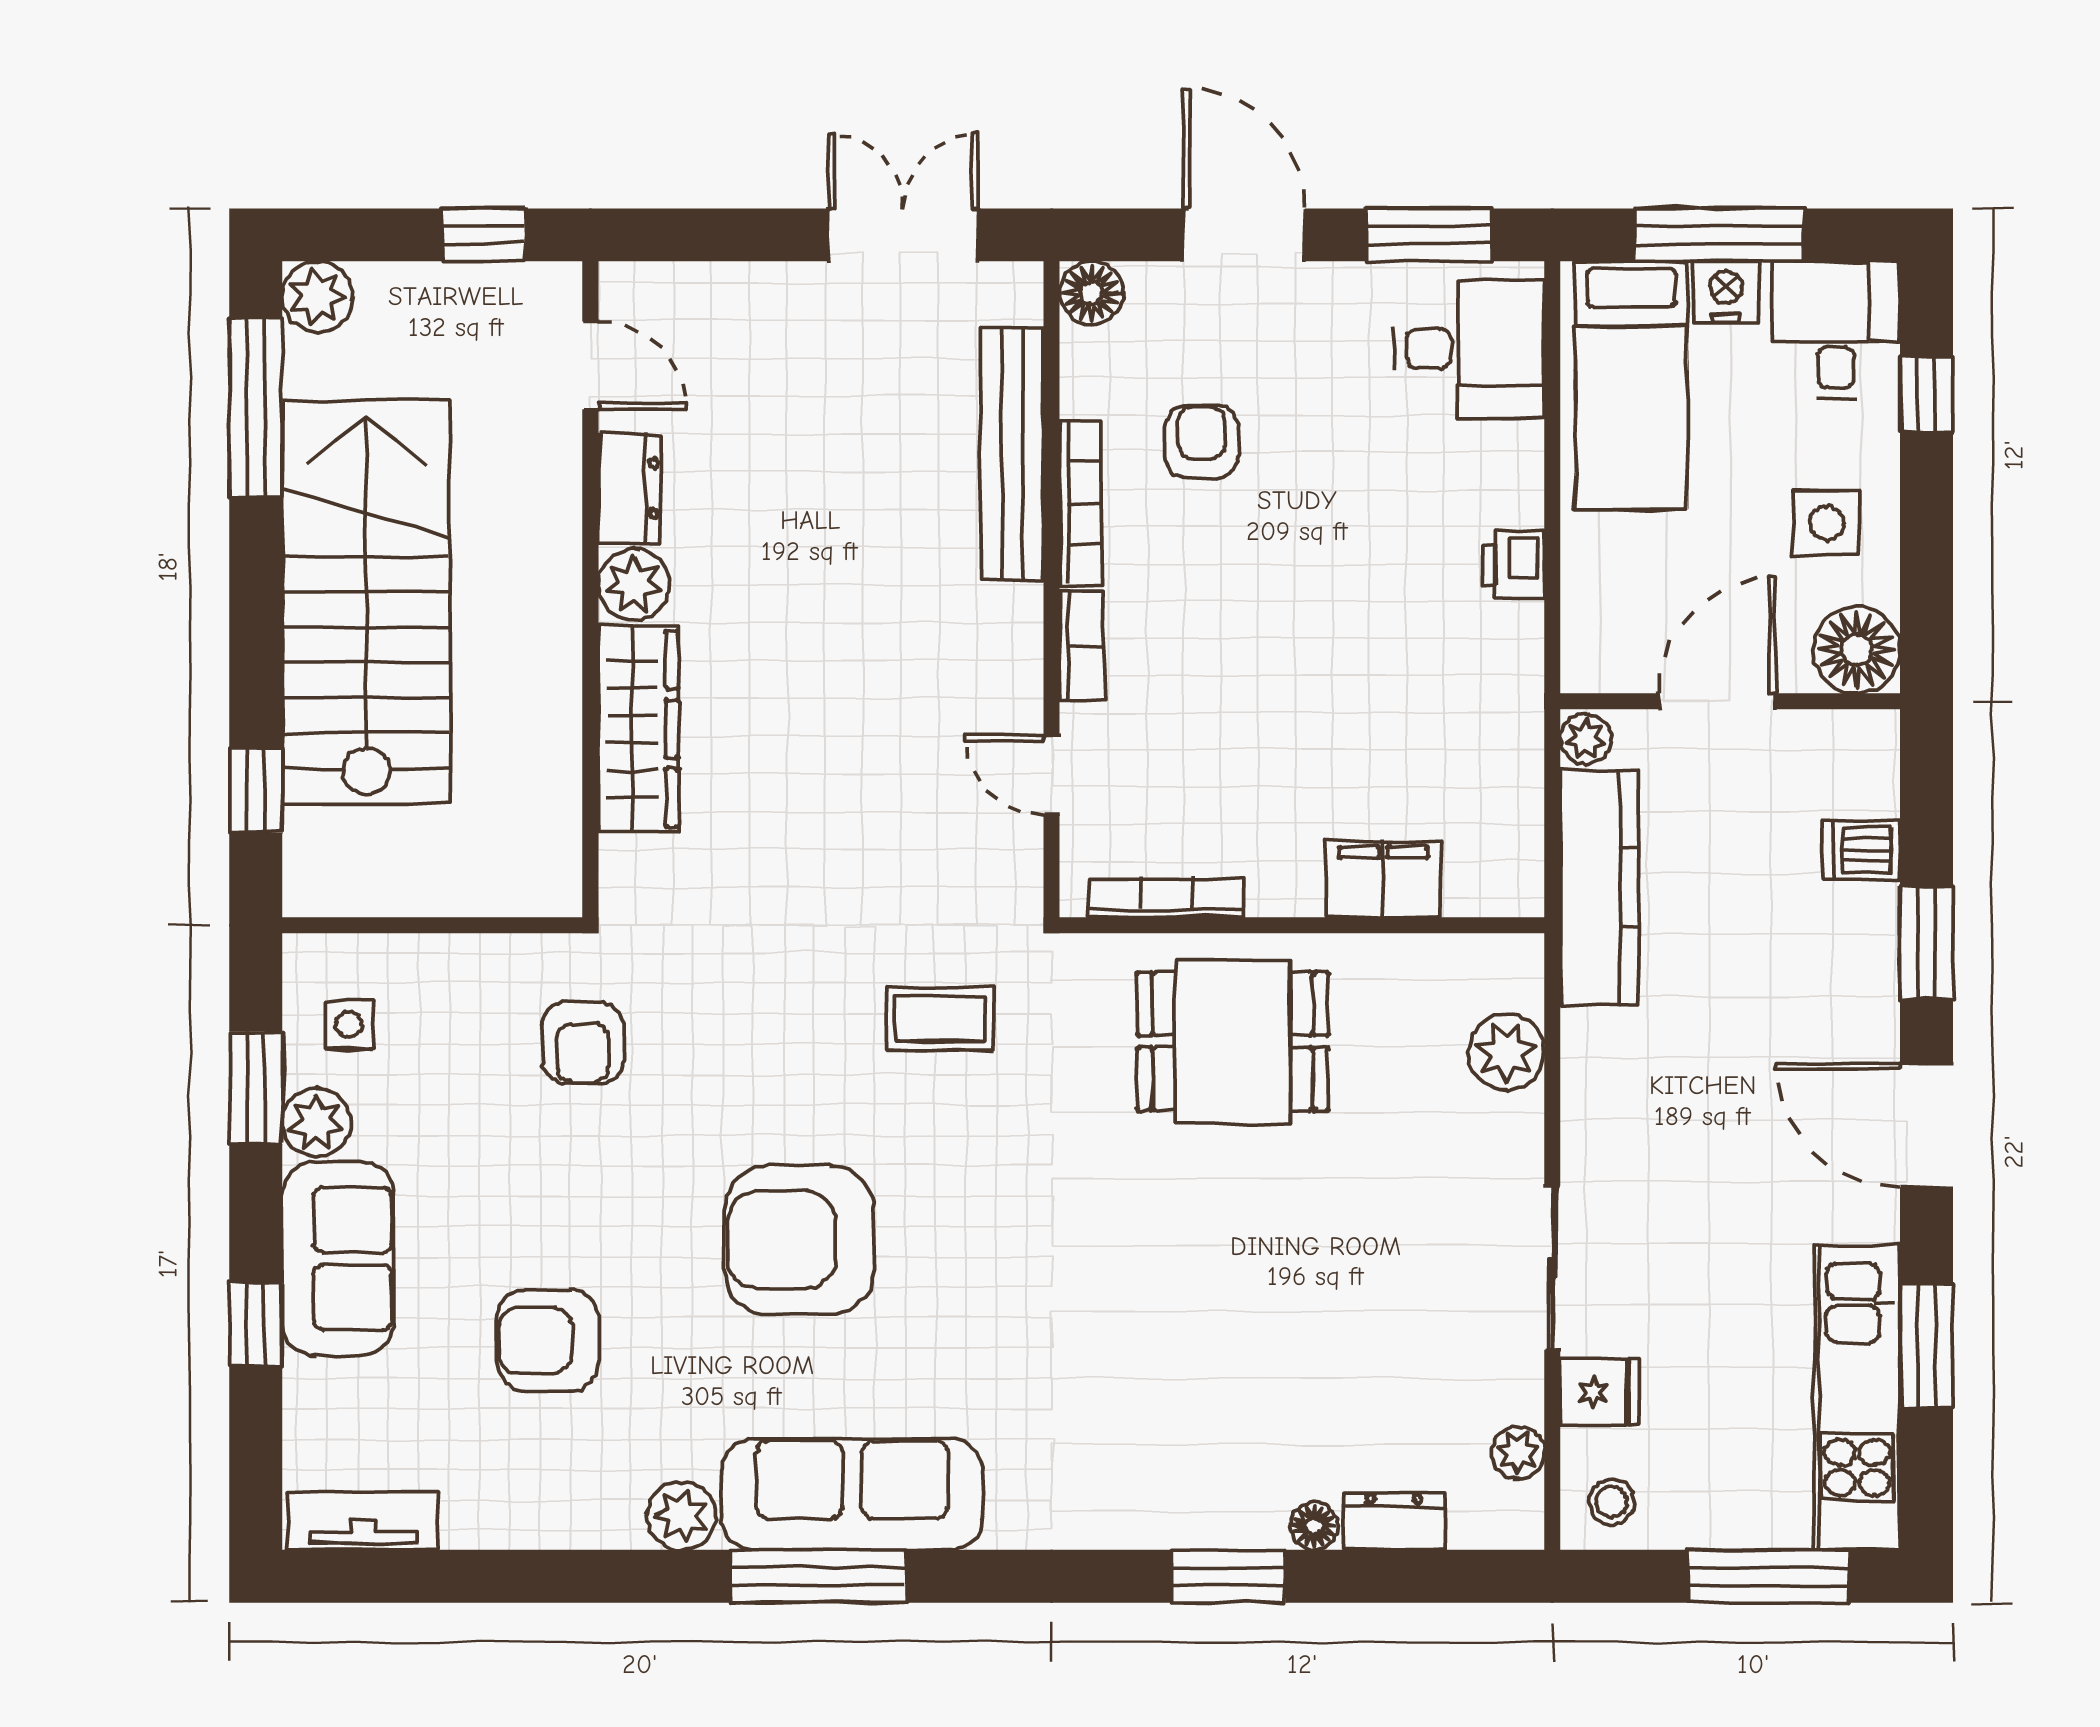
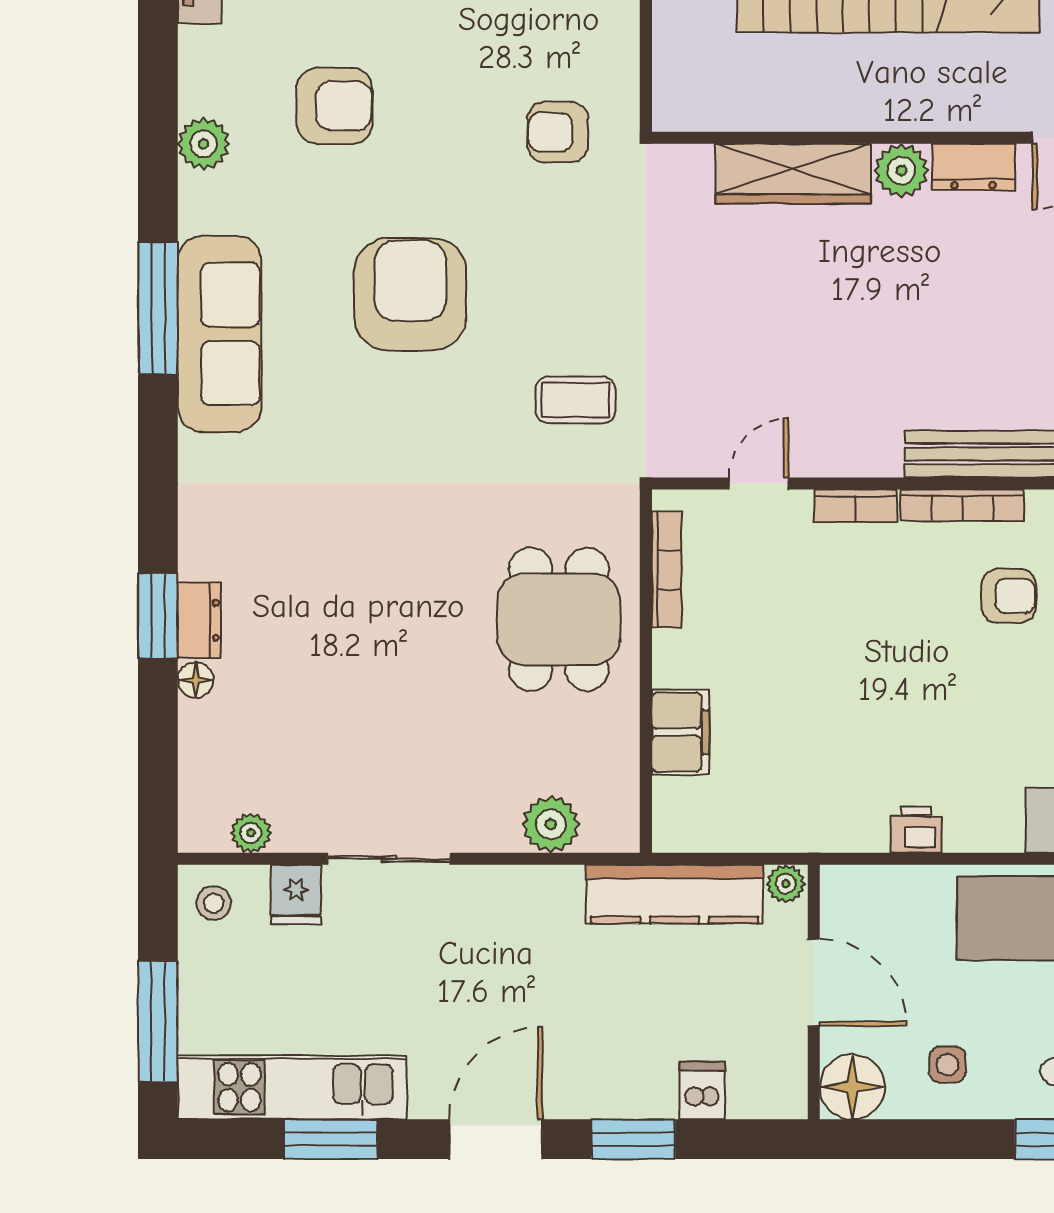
side table: (1827, 523) -> (947, 1065), width x0.73, depth x0.73
coffee table: (940, 1019) -> (576, 400), turned 90
armchair: (548, 1341) -> (335, 106), turned 90
plant: (681, 1516) -> (203, 144), moved
dresser: (1394, 1521) -> (199, 620), moved

